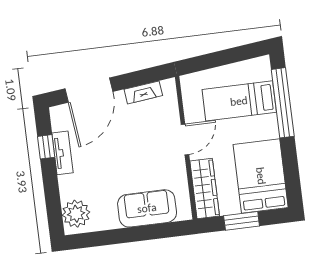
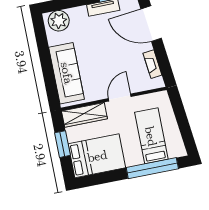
door: (185, 140) -> (120, 98), swing flipped
sofa: (147, 208) -> (67, 73), width x1.36

